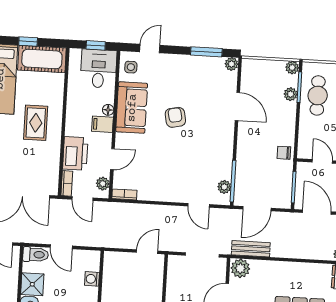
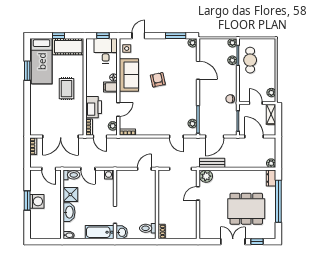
washing machine: (92, 279) -> (109, 174), moved

